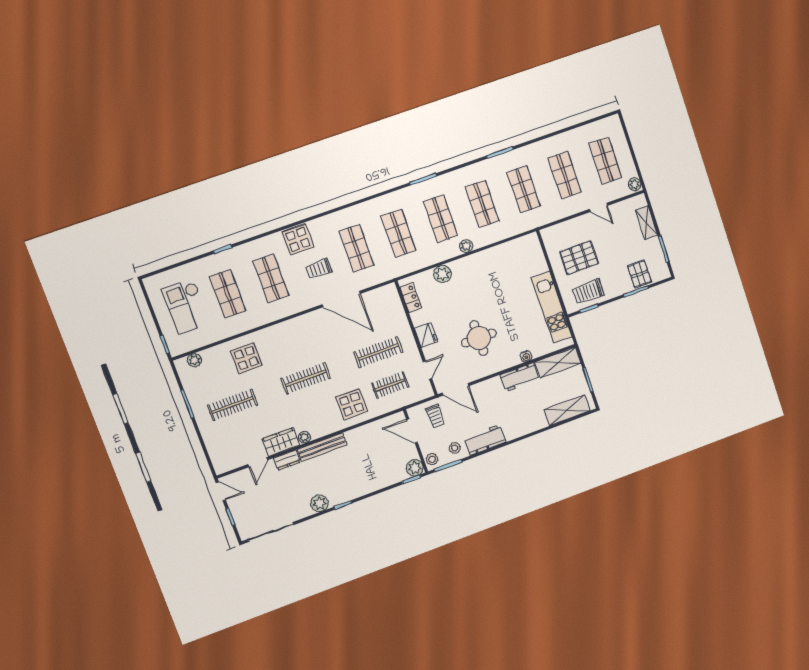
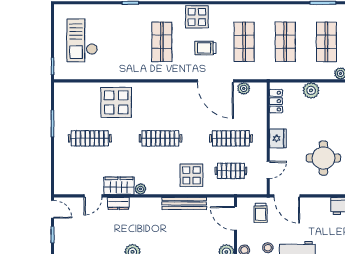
shop shelf: (228, 294) -> (121, 42), removed
display table: (246, 358) -> (116, 102), width x1.36, depth x1.36
plant: (194, 360) -> (244, 88), moved
bench: (322, 447) -> (184, 203), moved

